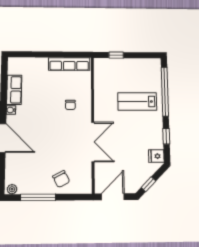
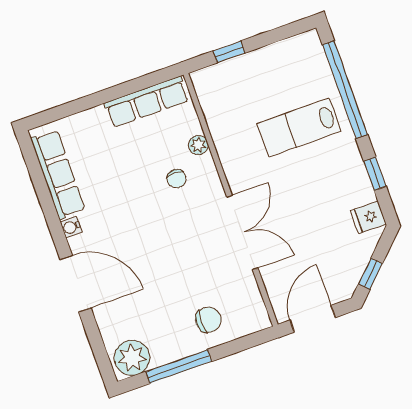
row of seats: (14, 90) -> (58, 174), width x1.48
plant: (86, 93) -> (198, 145), added
chair: (61, 179) -> (208, 320), turned -63
plant: (12, 189) -> (132, 358), width x1.88, depth x1.88

